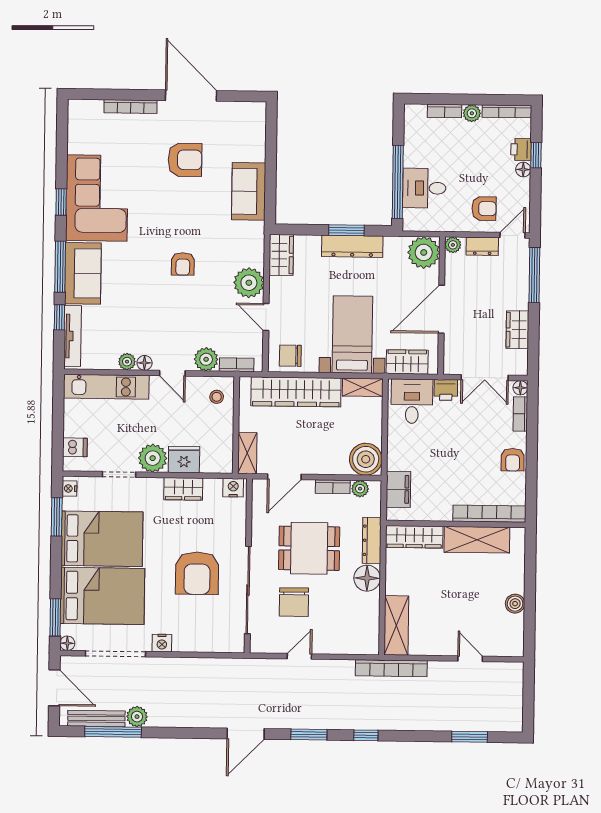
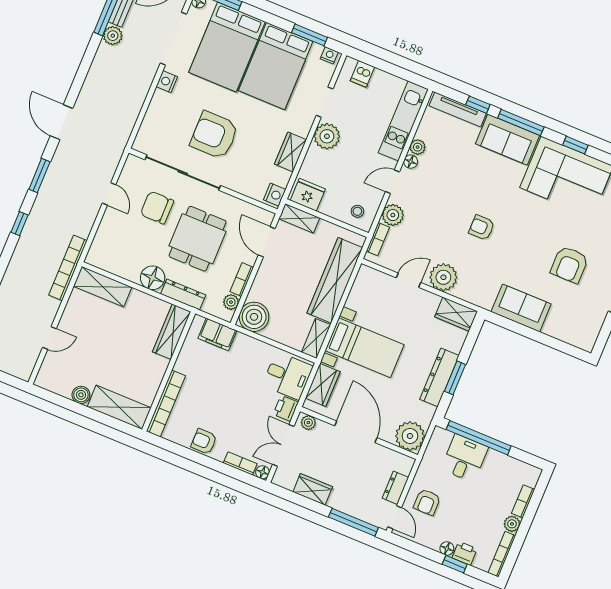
plant: (453, 245) -> (308, 423), moved
chair: (290, 356) -> (367, 288), removed
fridge: (184, 460) -> (308, 195), moved, turned -90
shelving: (477, 540) -> (119, 407), moved, turned 90

